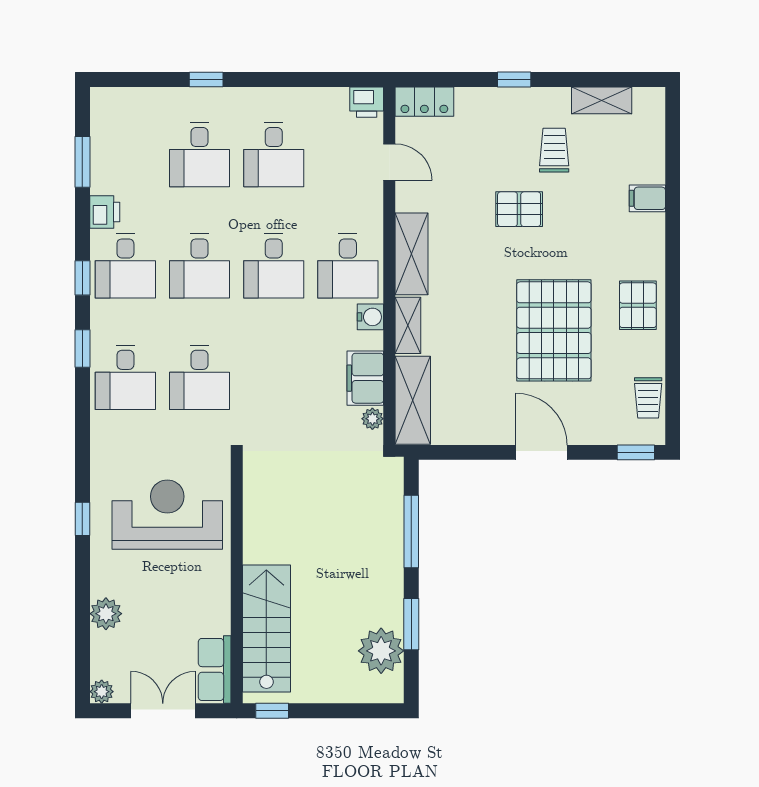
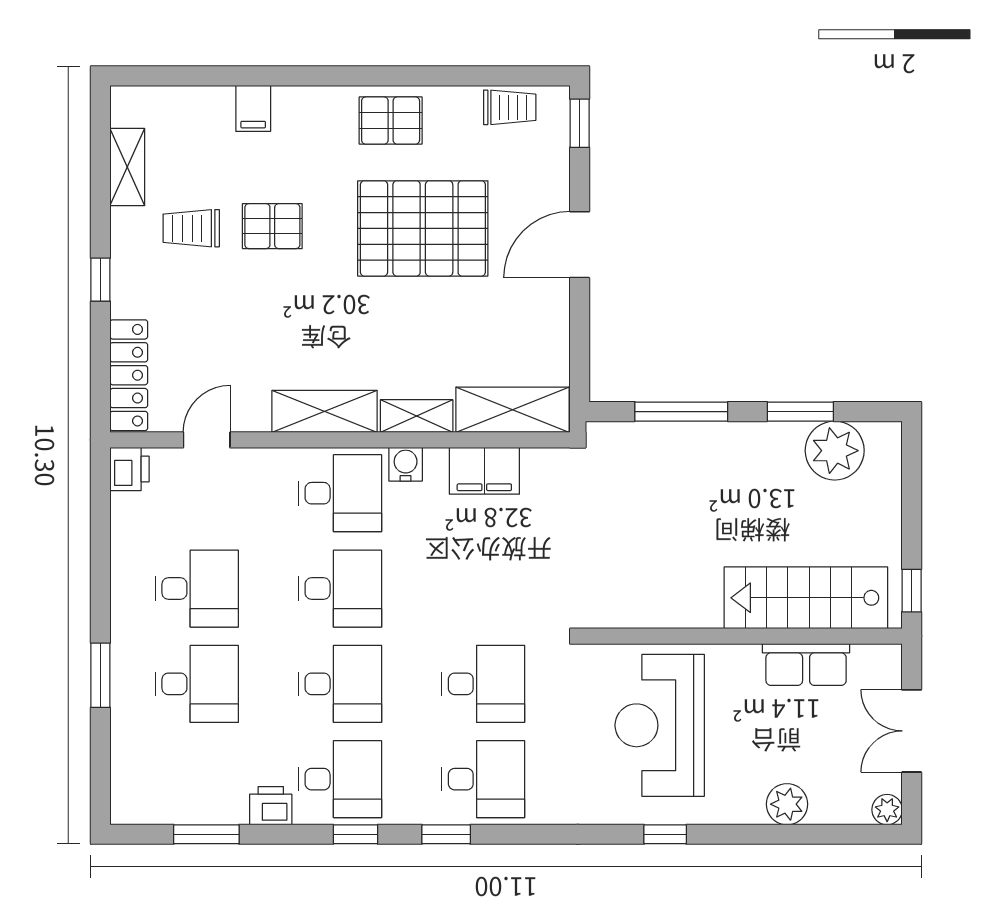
window: (206, 79) -> (100, 675), width x1.50
locker: (424, 102) -> (129, 375), width x1.53
pallet: (519, 209) -> (272, 226), moved, turned 90
plant: (372, 419) -> (536, 462), removed
row of seats: (215, 669) -> (806, 665), moved

